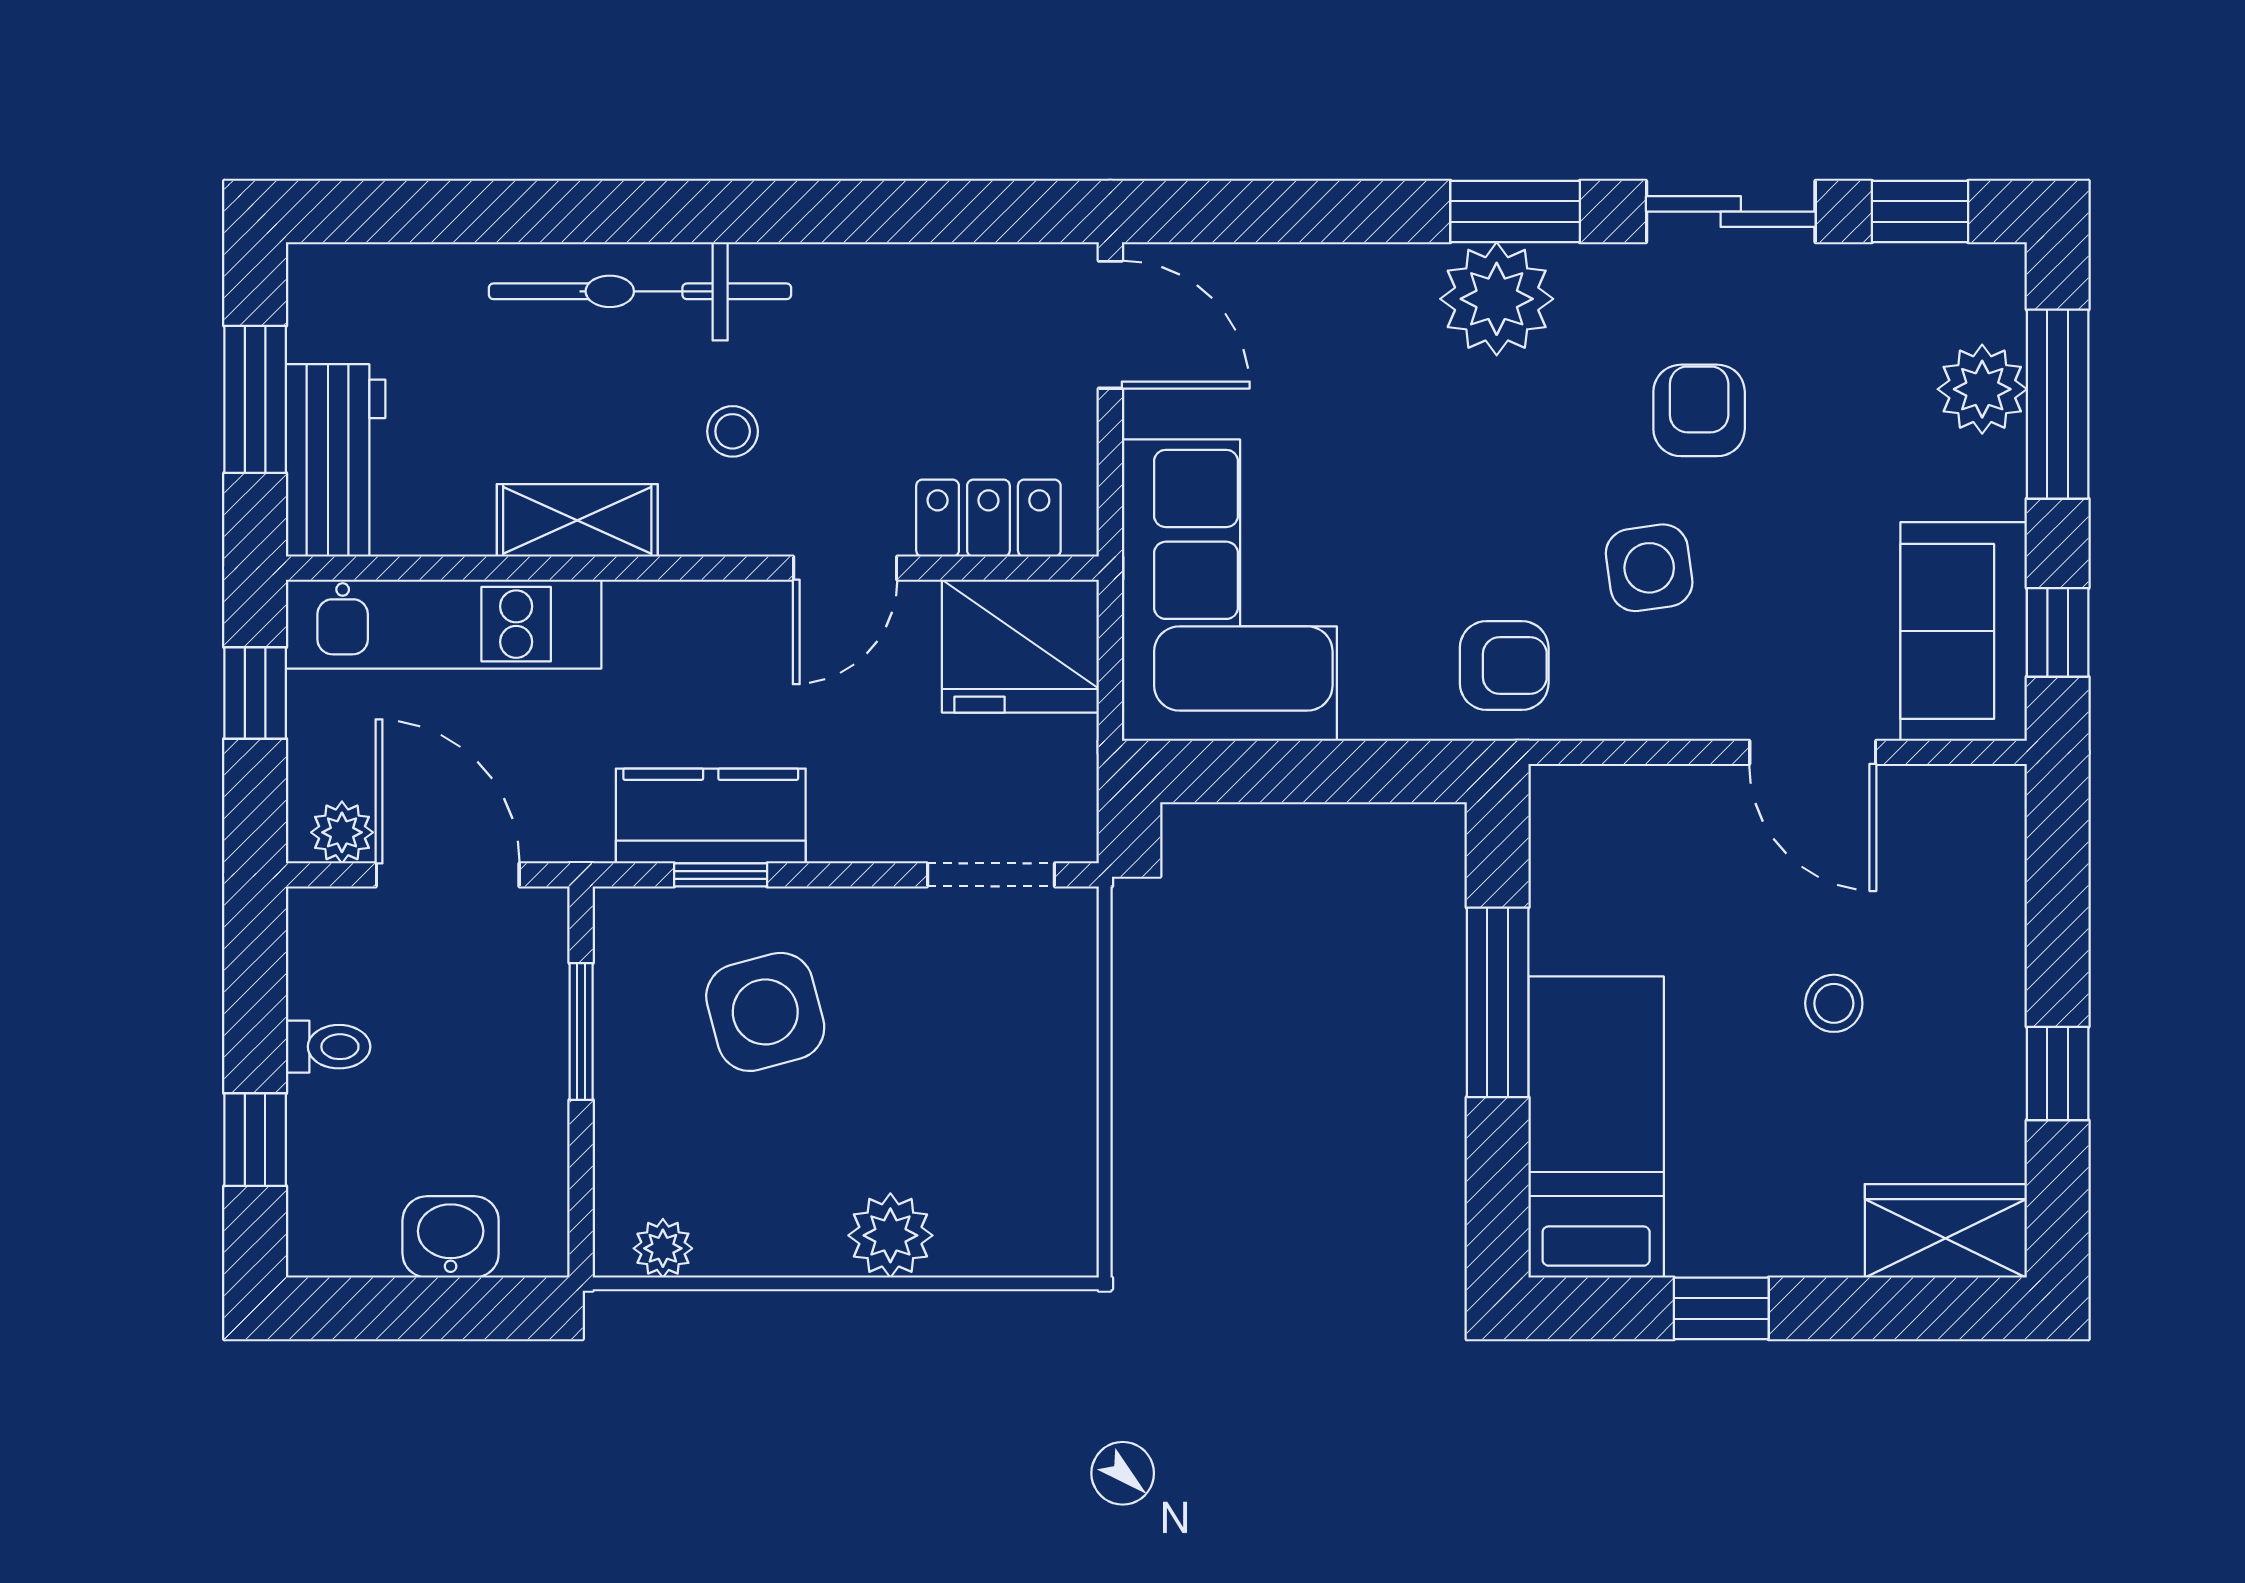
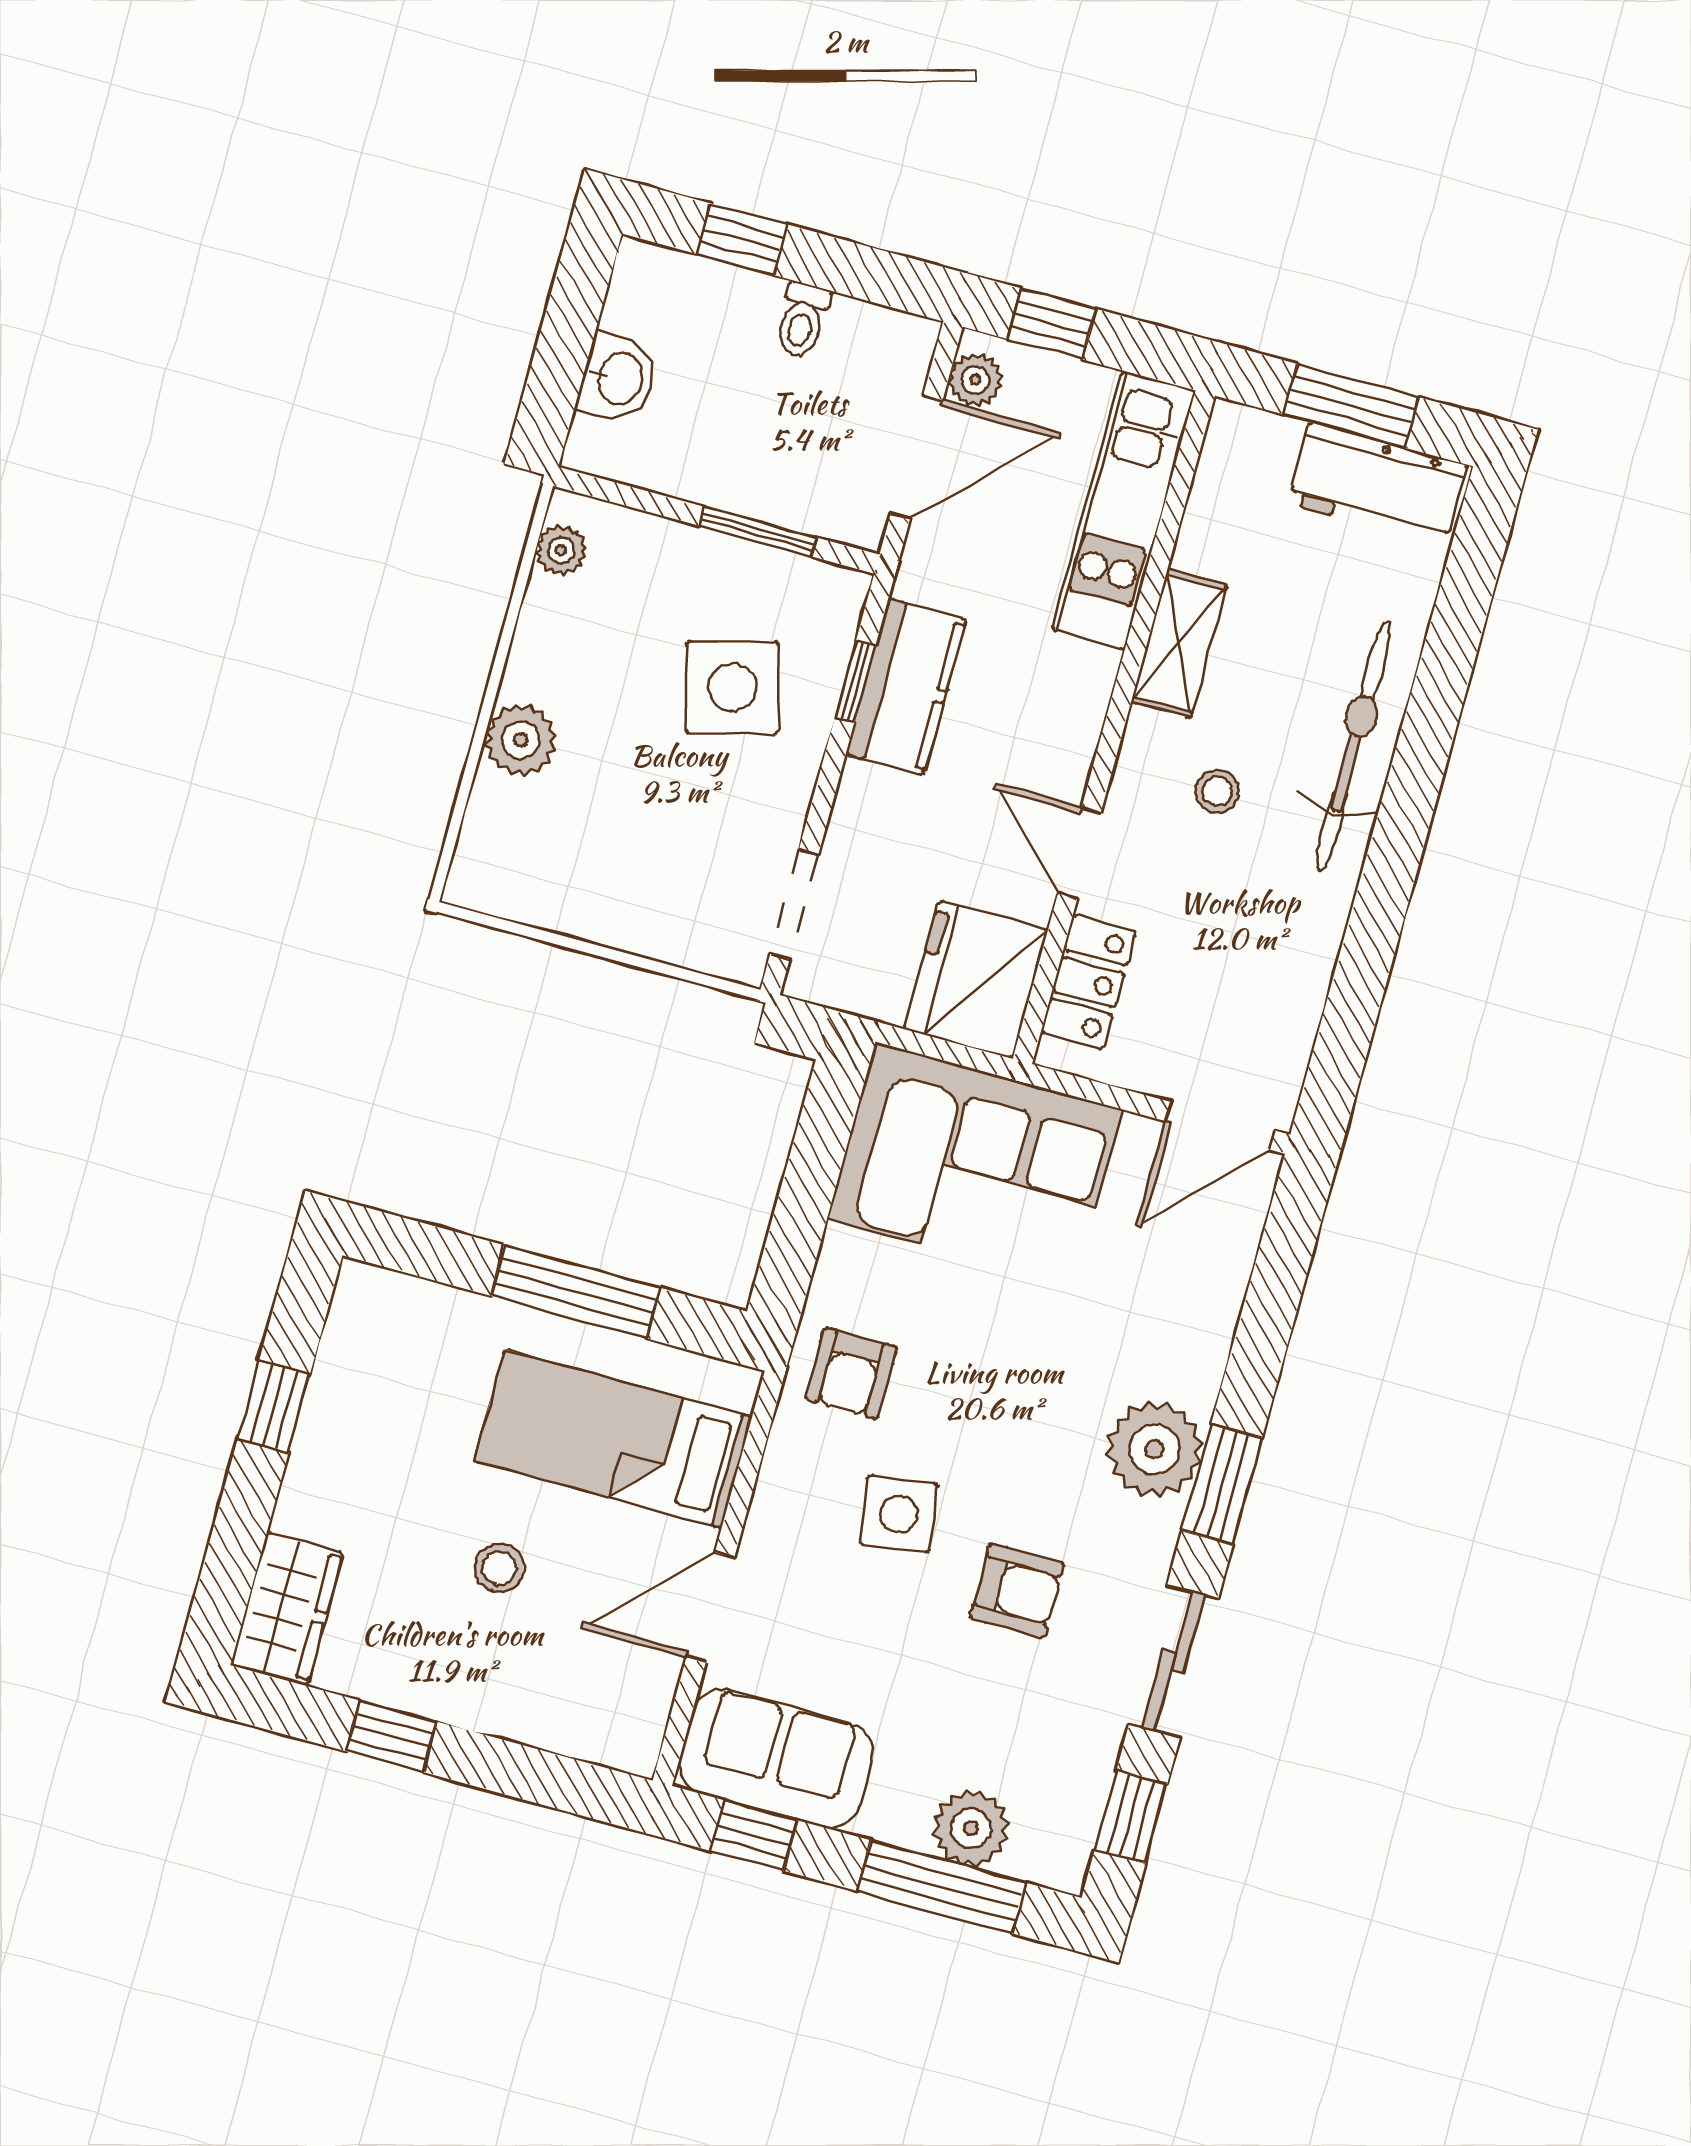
workbench: (336, 460) -> (1378, 484), moved
window: (255, 693) -> (1052, 324), moved
bed: (1596, 1127) -> (613, 1439), moved, turned 180

